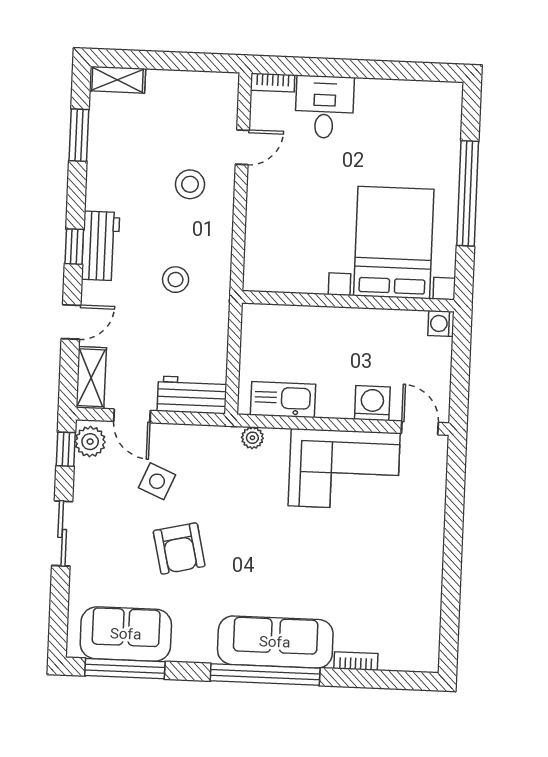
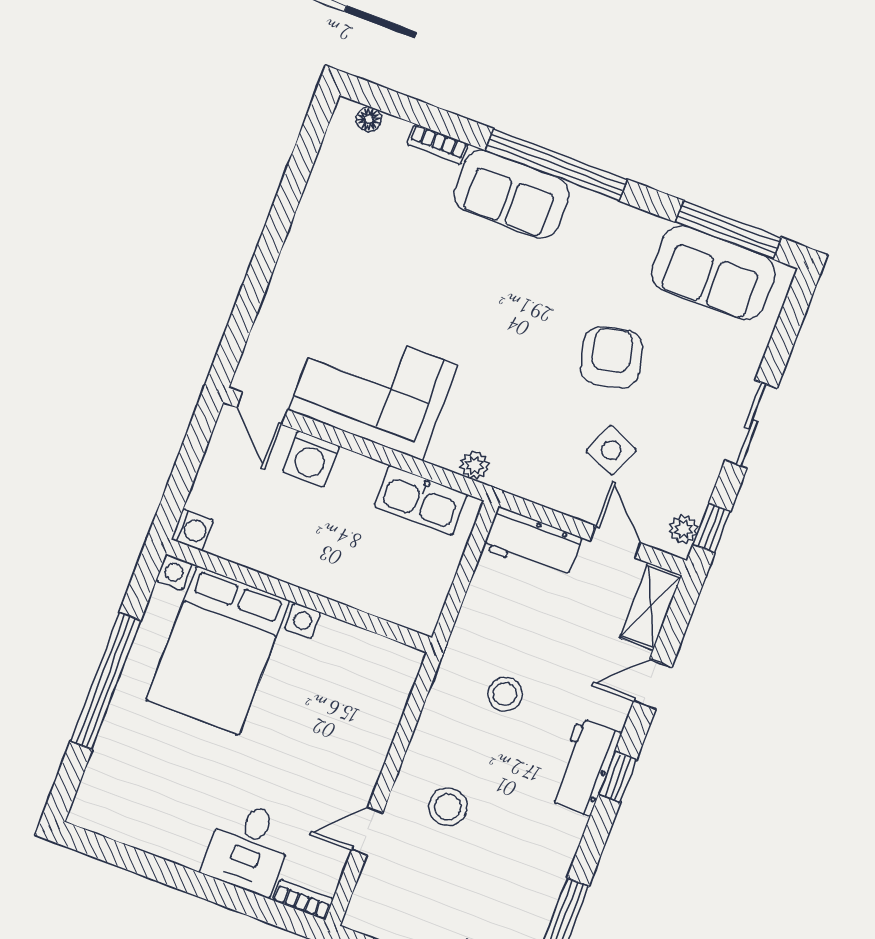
plant: (90, 442) -> (683, 529), width x0.73, depth x0.73
sofa: (275, 642) -> (511, 194), width x0.73
floor lamp: (412, 663) -> (369, 119), added

